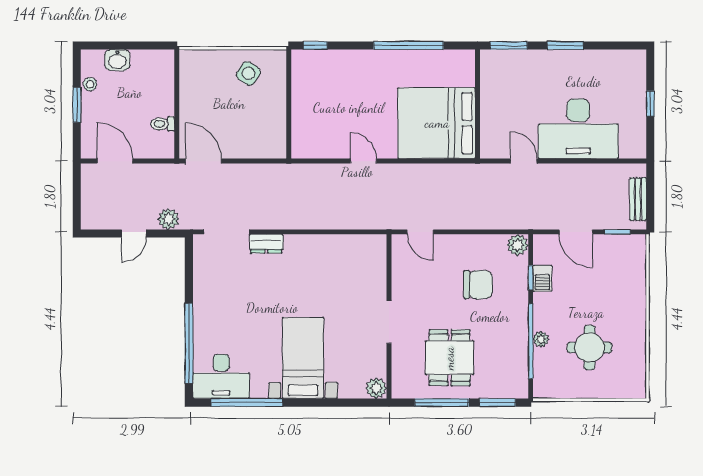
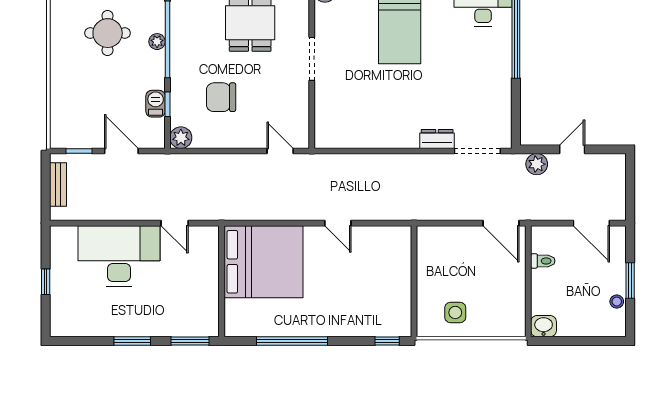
washbasin: (117, 60) -> (544, 326), moved
side table: (248, 73) -> (455, 312), turned -34

